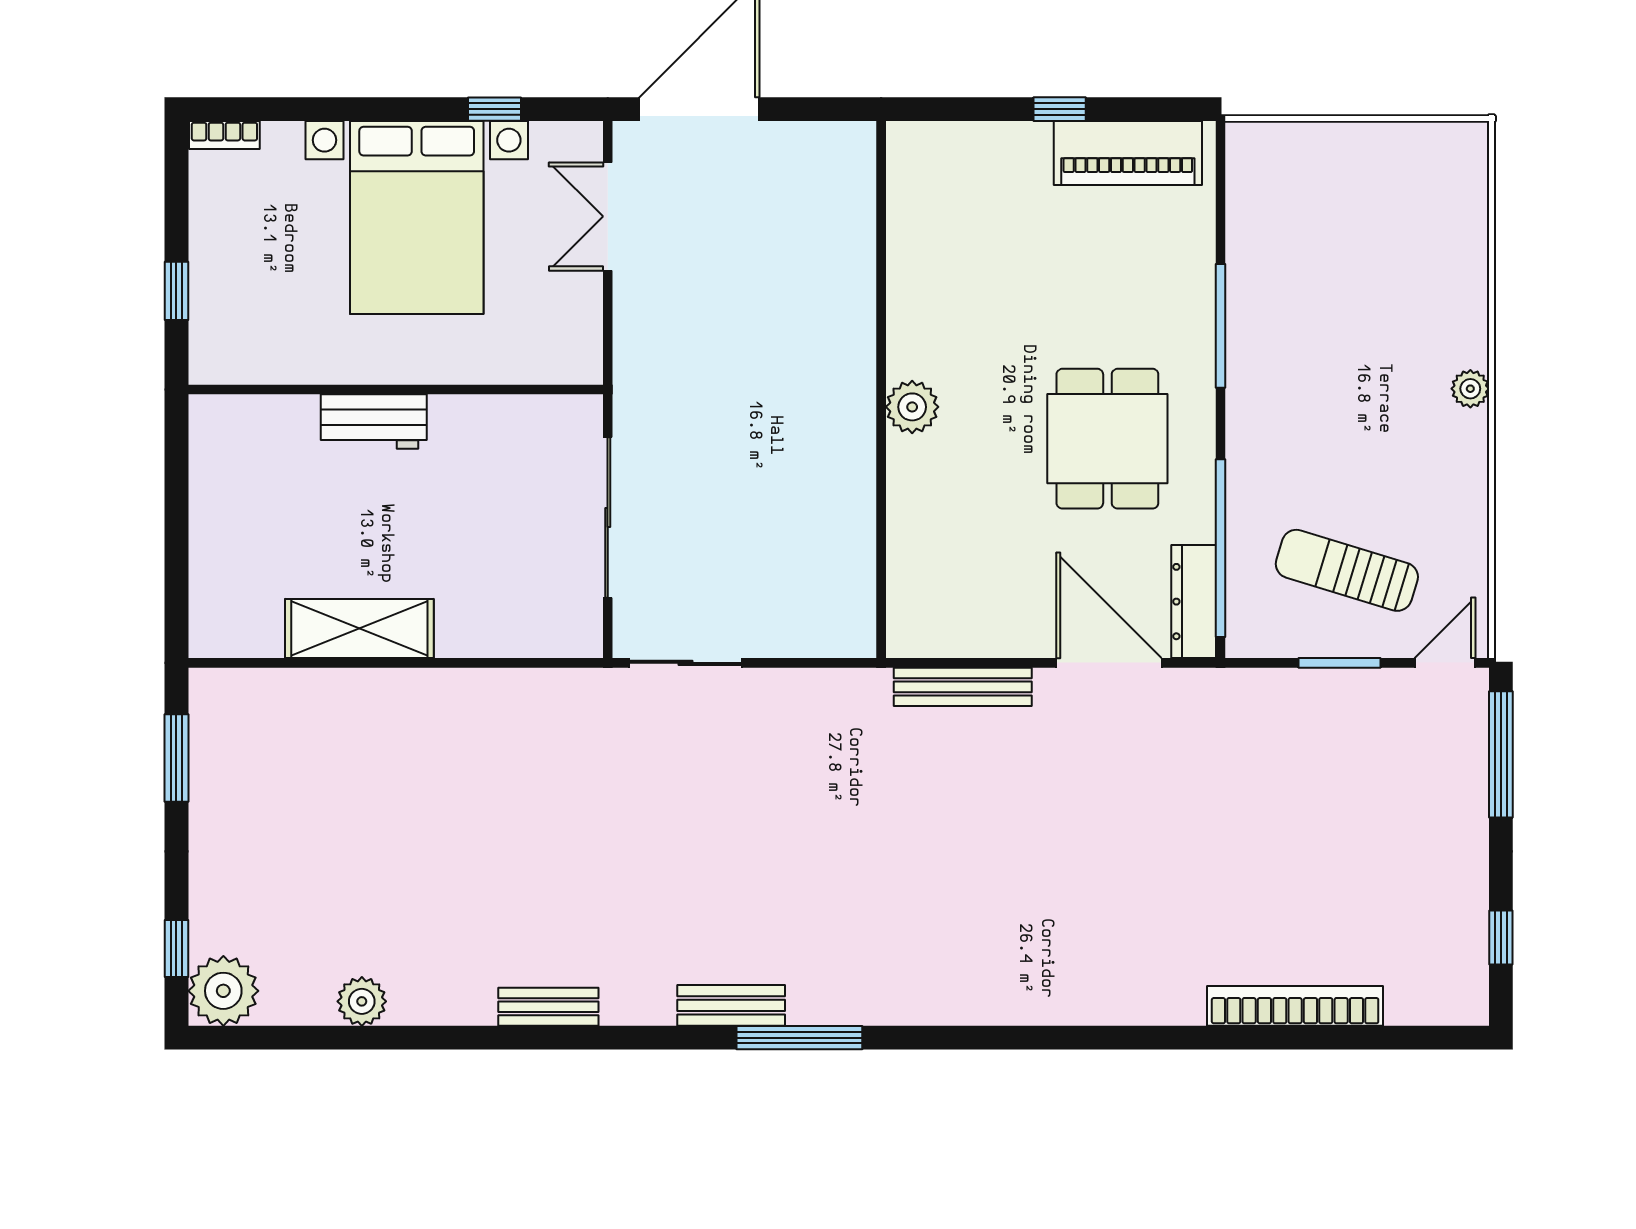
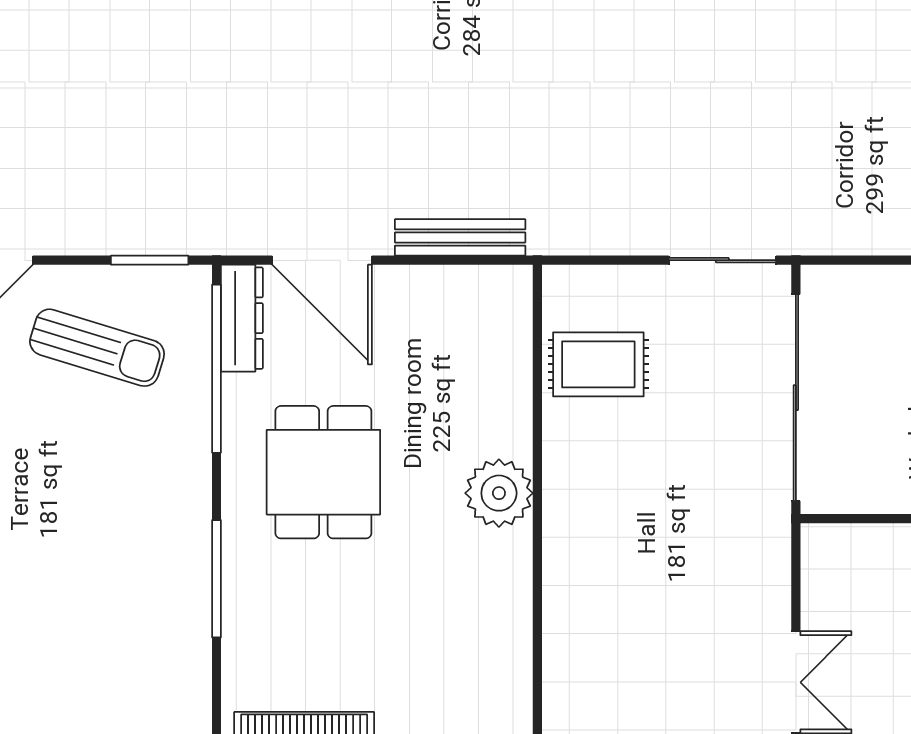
plant: (912, 407) -> (499, 493), width x1.36, depth x1.36
sliding door: (608, 518) -> (796, 398), width x1.36
rug: (817, 553) -> (598, 364), added
window: (1339, 663) -> (150, 260), moved

